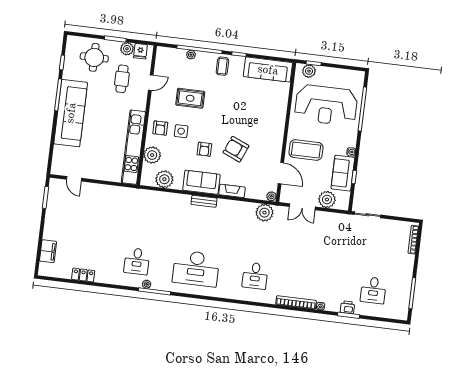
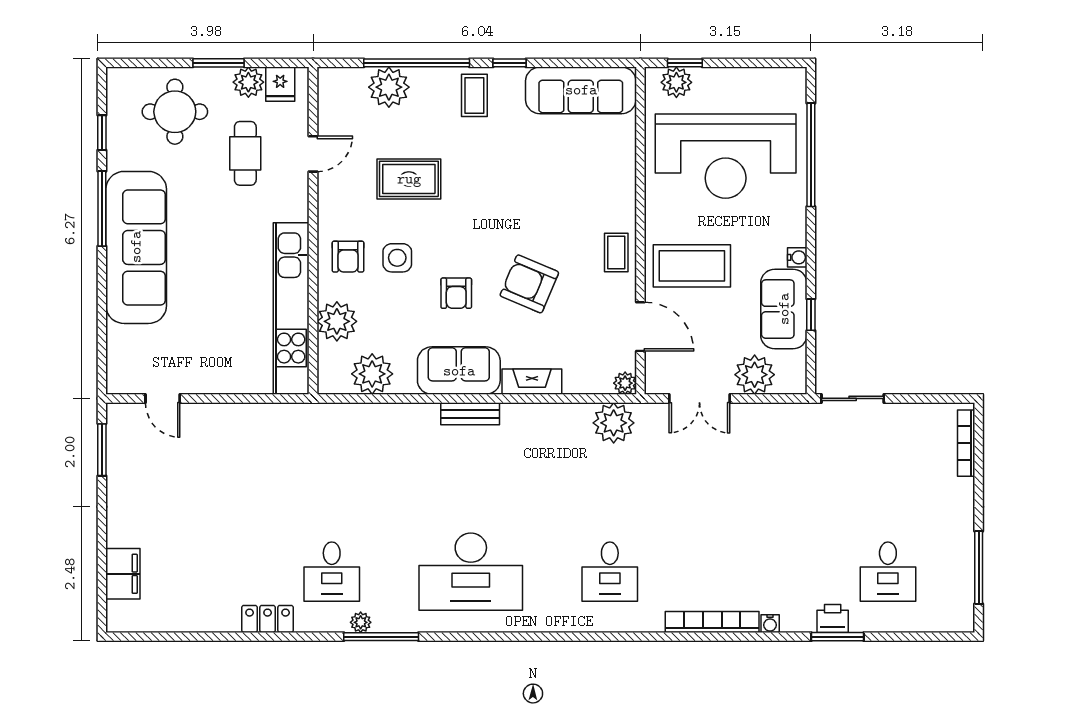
plant: (191, 55) -> (389, 87), width x1.87, depth x1.87
coffee table: (274, 140) -> (616, 253), added
locker: (83, 275) -> (268, 619), moved

